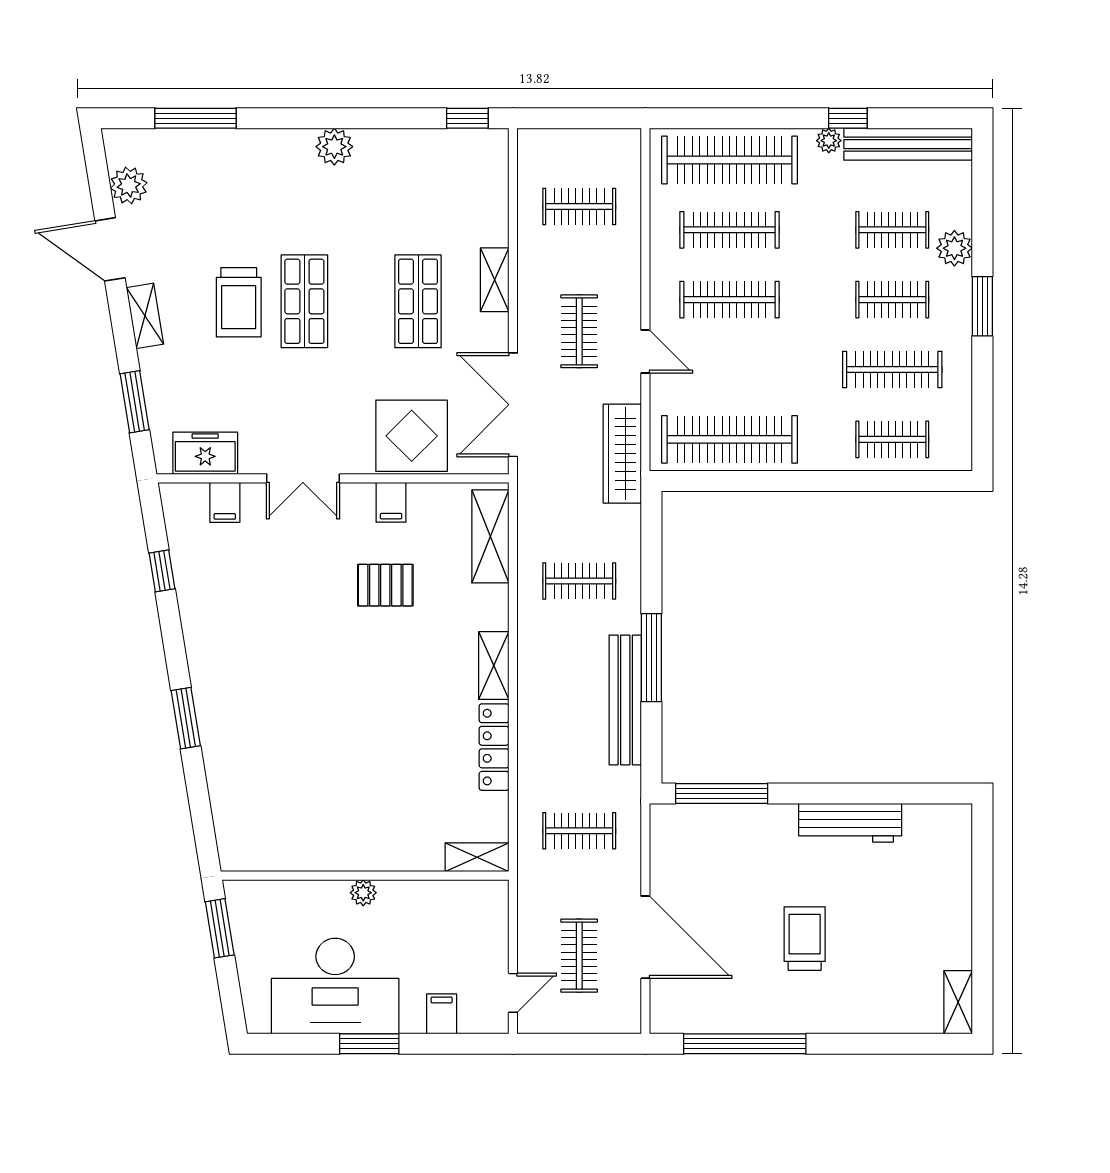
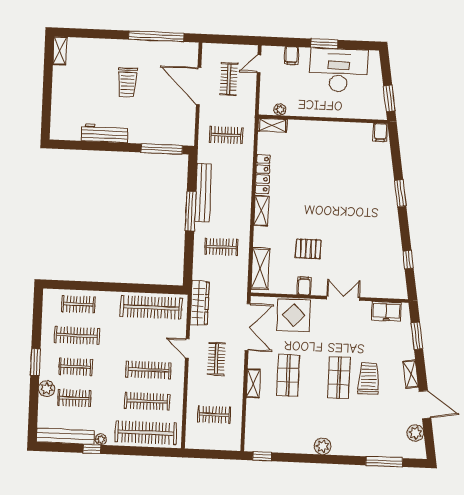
filing cabinet: (225, 502) -> (380, 132), moved, turned 180
plant: (363, 893) -> (280, 110), moved

